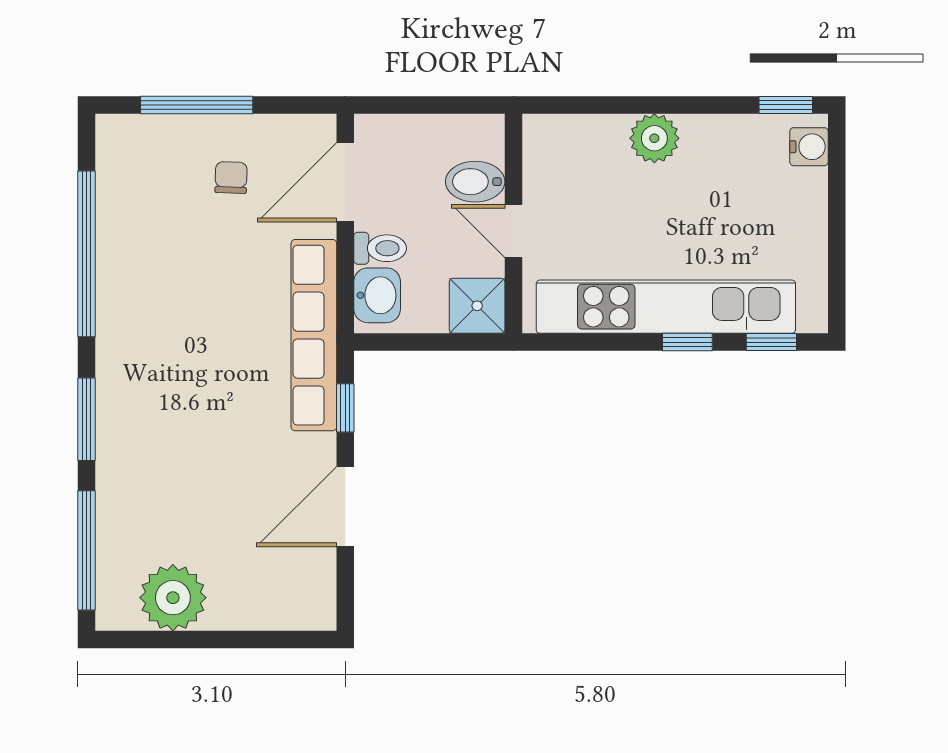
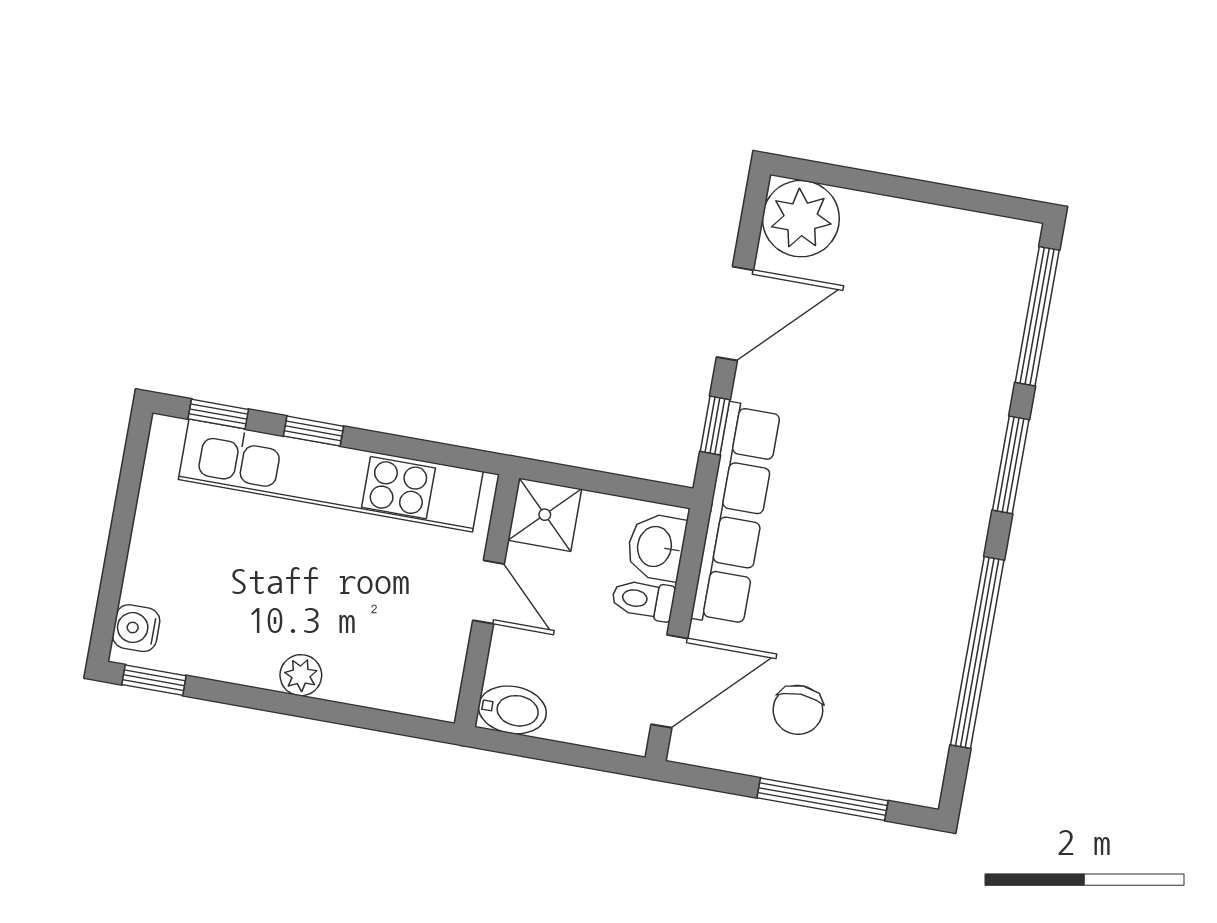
plant: (654, 138) -> (301, 675), width x0.73, depth x0.73
chair: (231, 178) -> (798, 710), width x1.37, depth x1.37
bidet: (475, 182) -> (512, 710), moved
plant: (173, 598) -> (801, 219), moved

